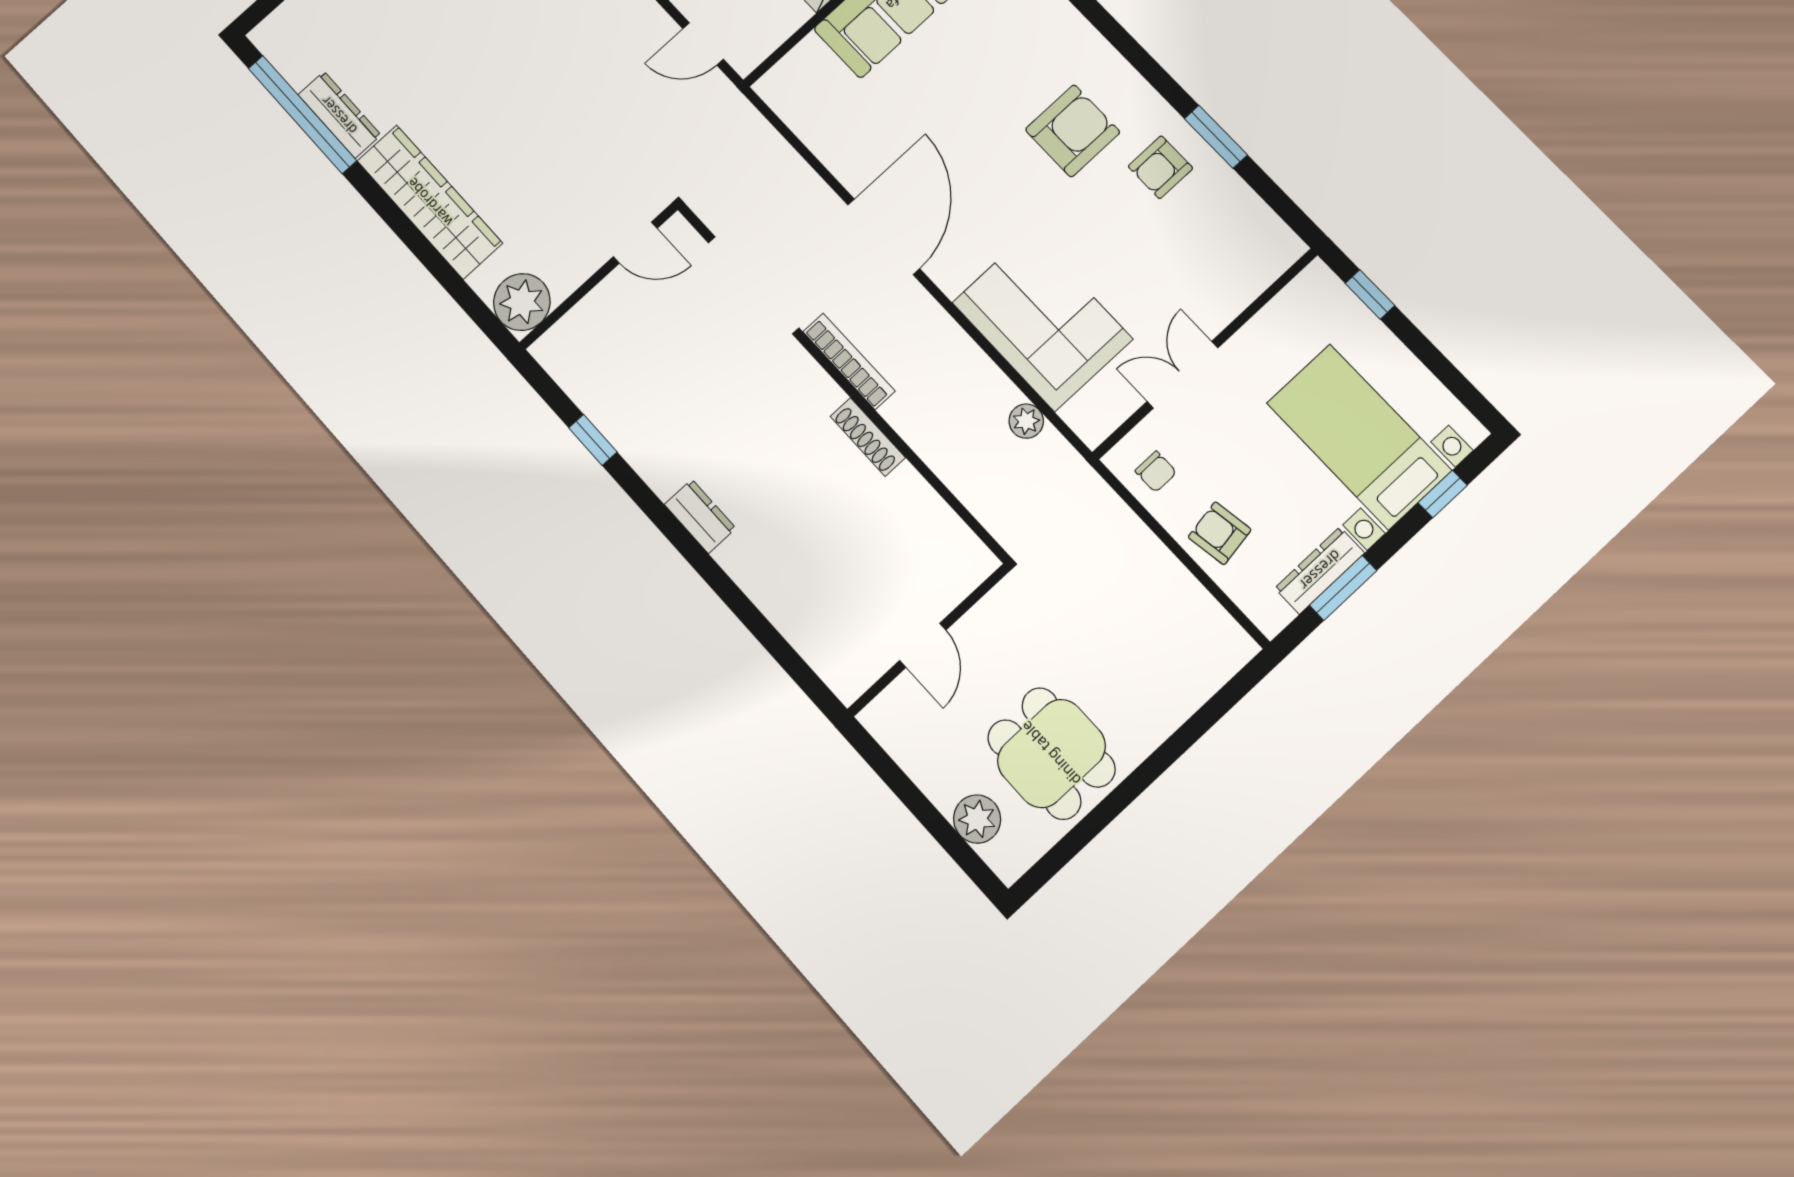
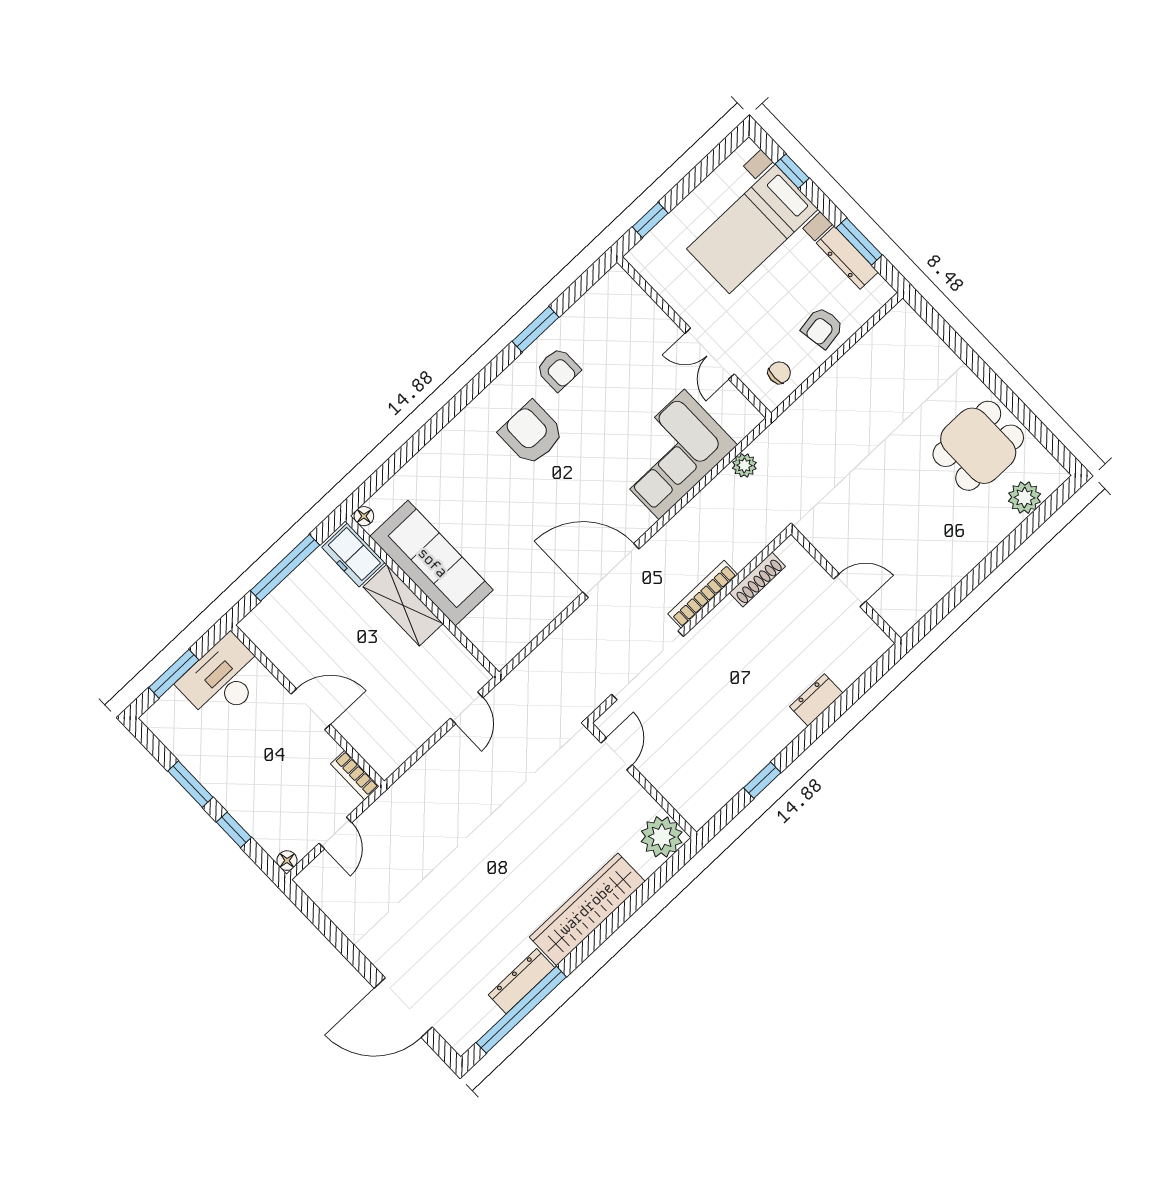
wall: (929, 640) -> (846, 586), moved
door: (923, 645) -> (850, 590), moved

